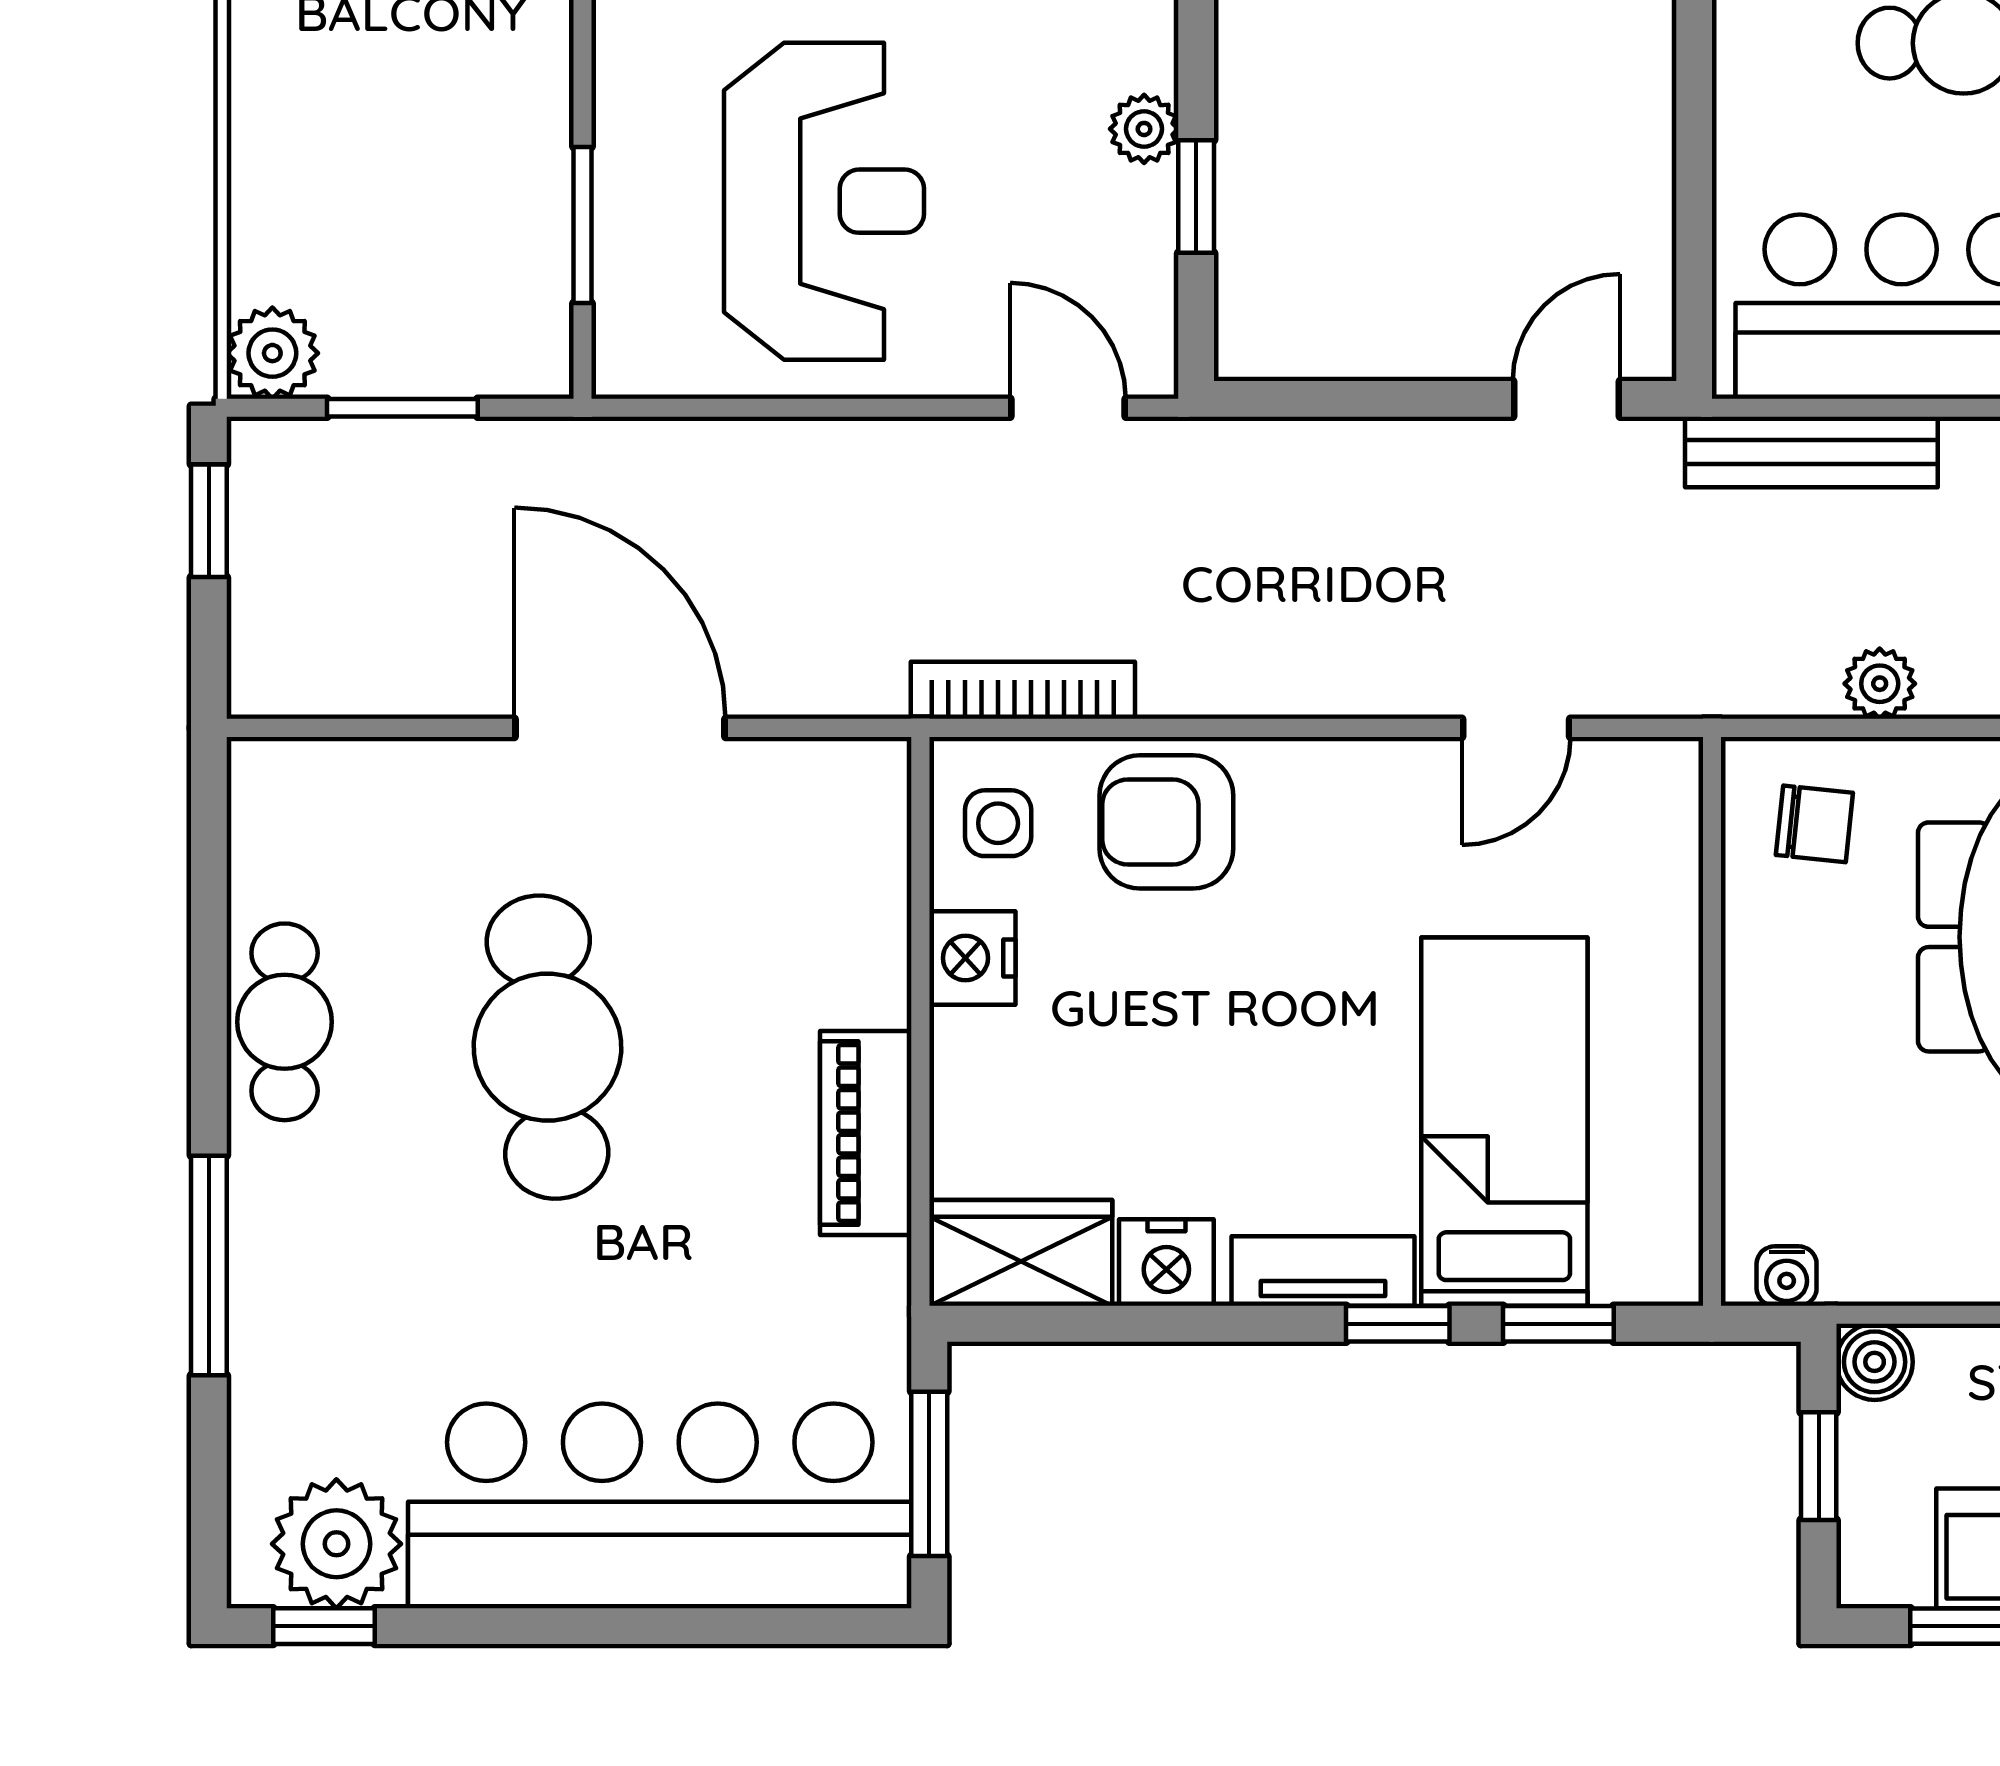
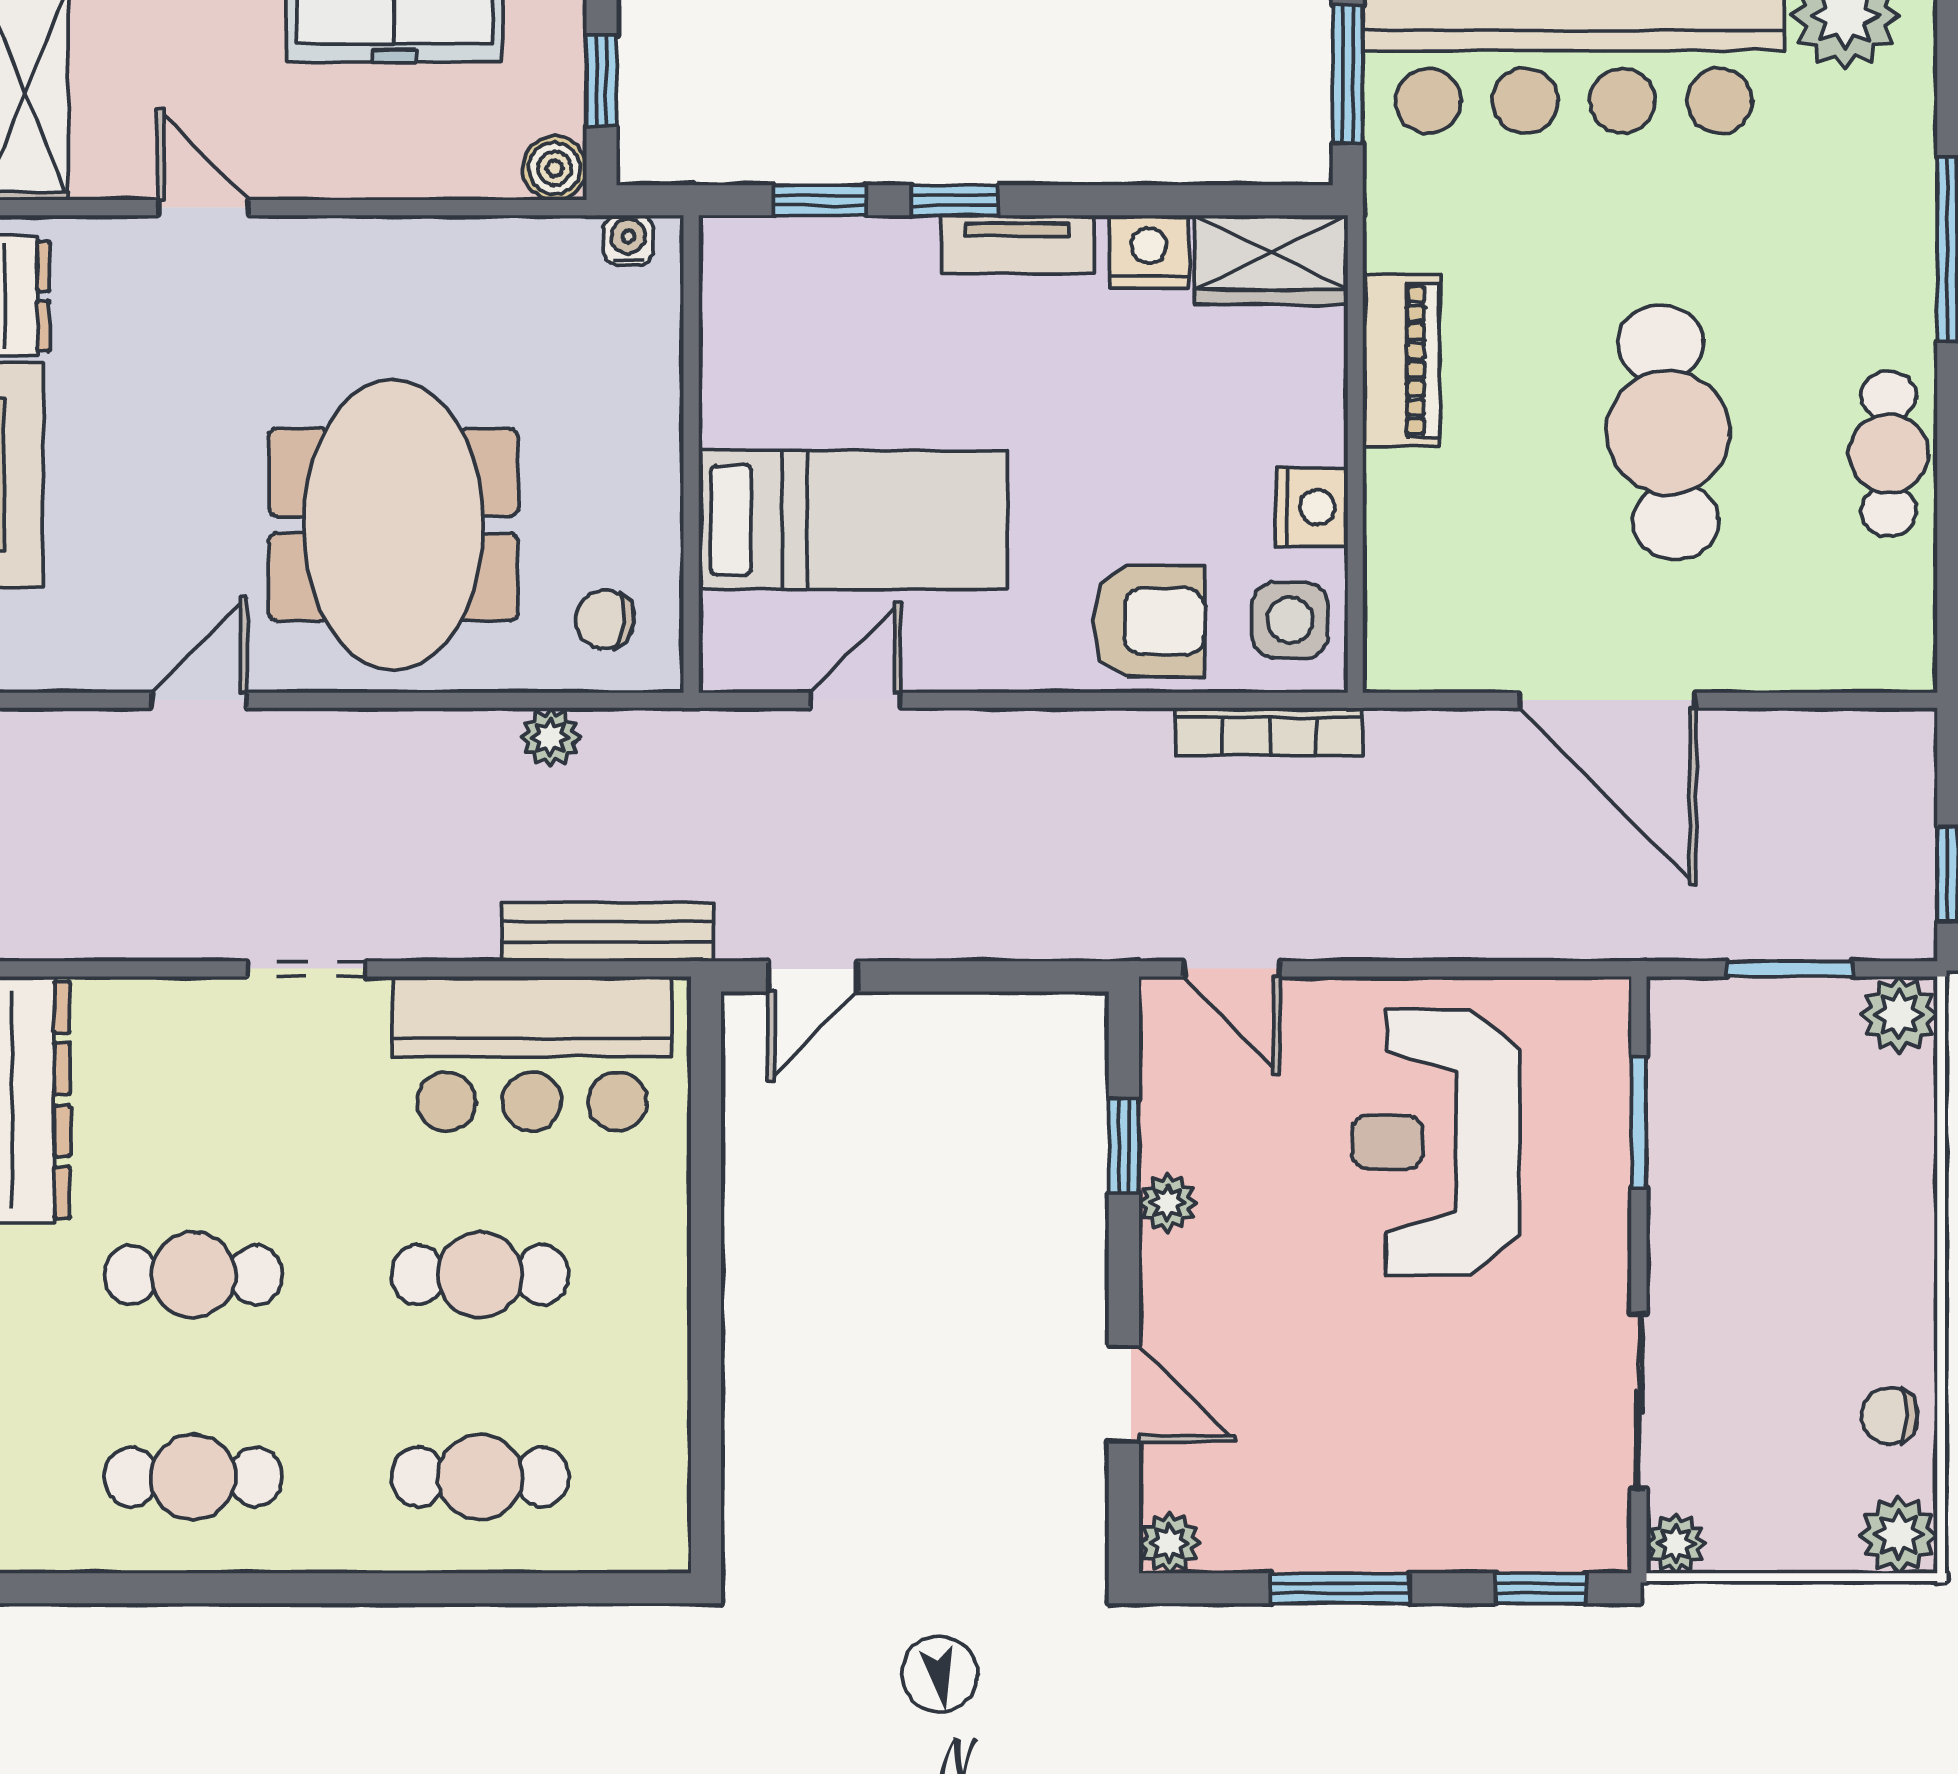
side table: (998, 823) -> (1290, 620), width x1.37, depth x1.37
bed: (1504, 1122) -> (853, 520), moved, turned -90

